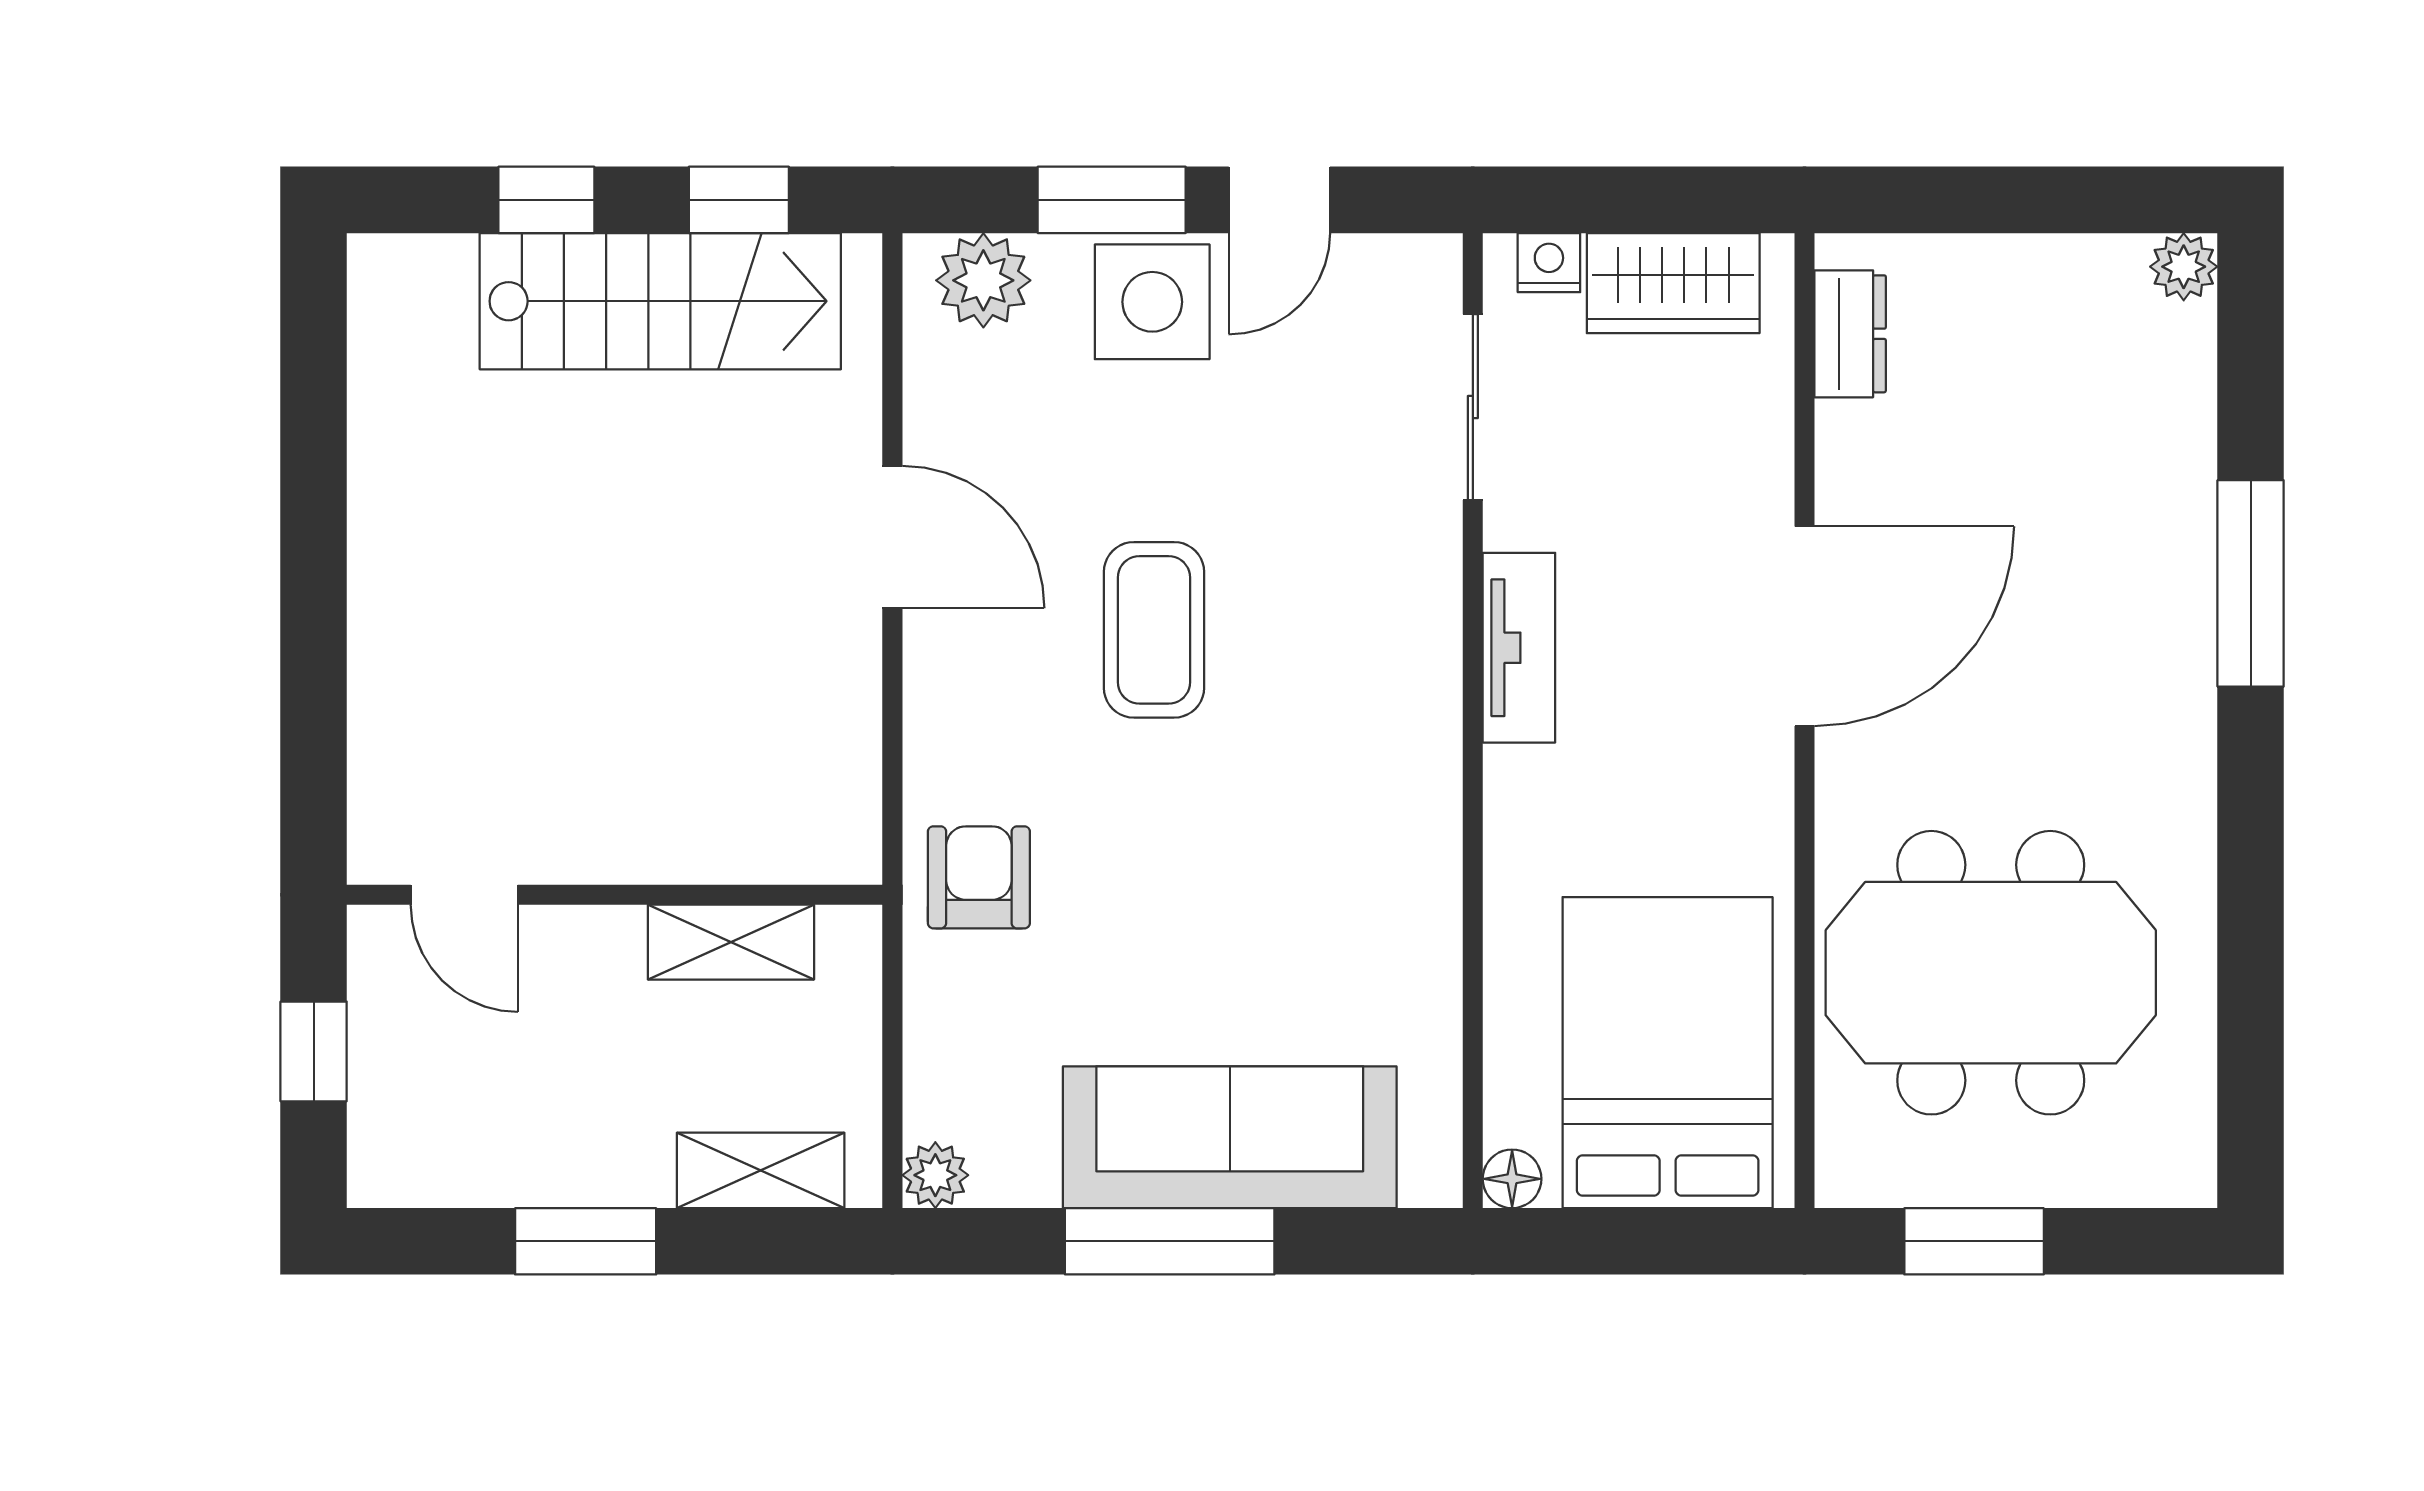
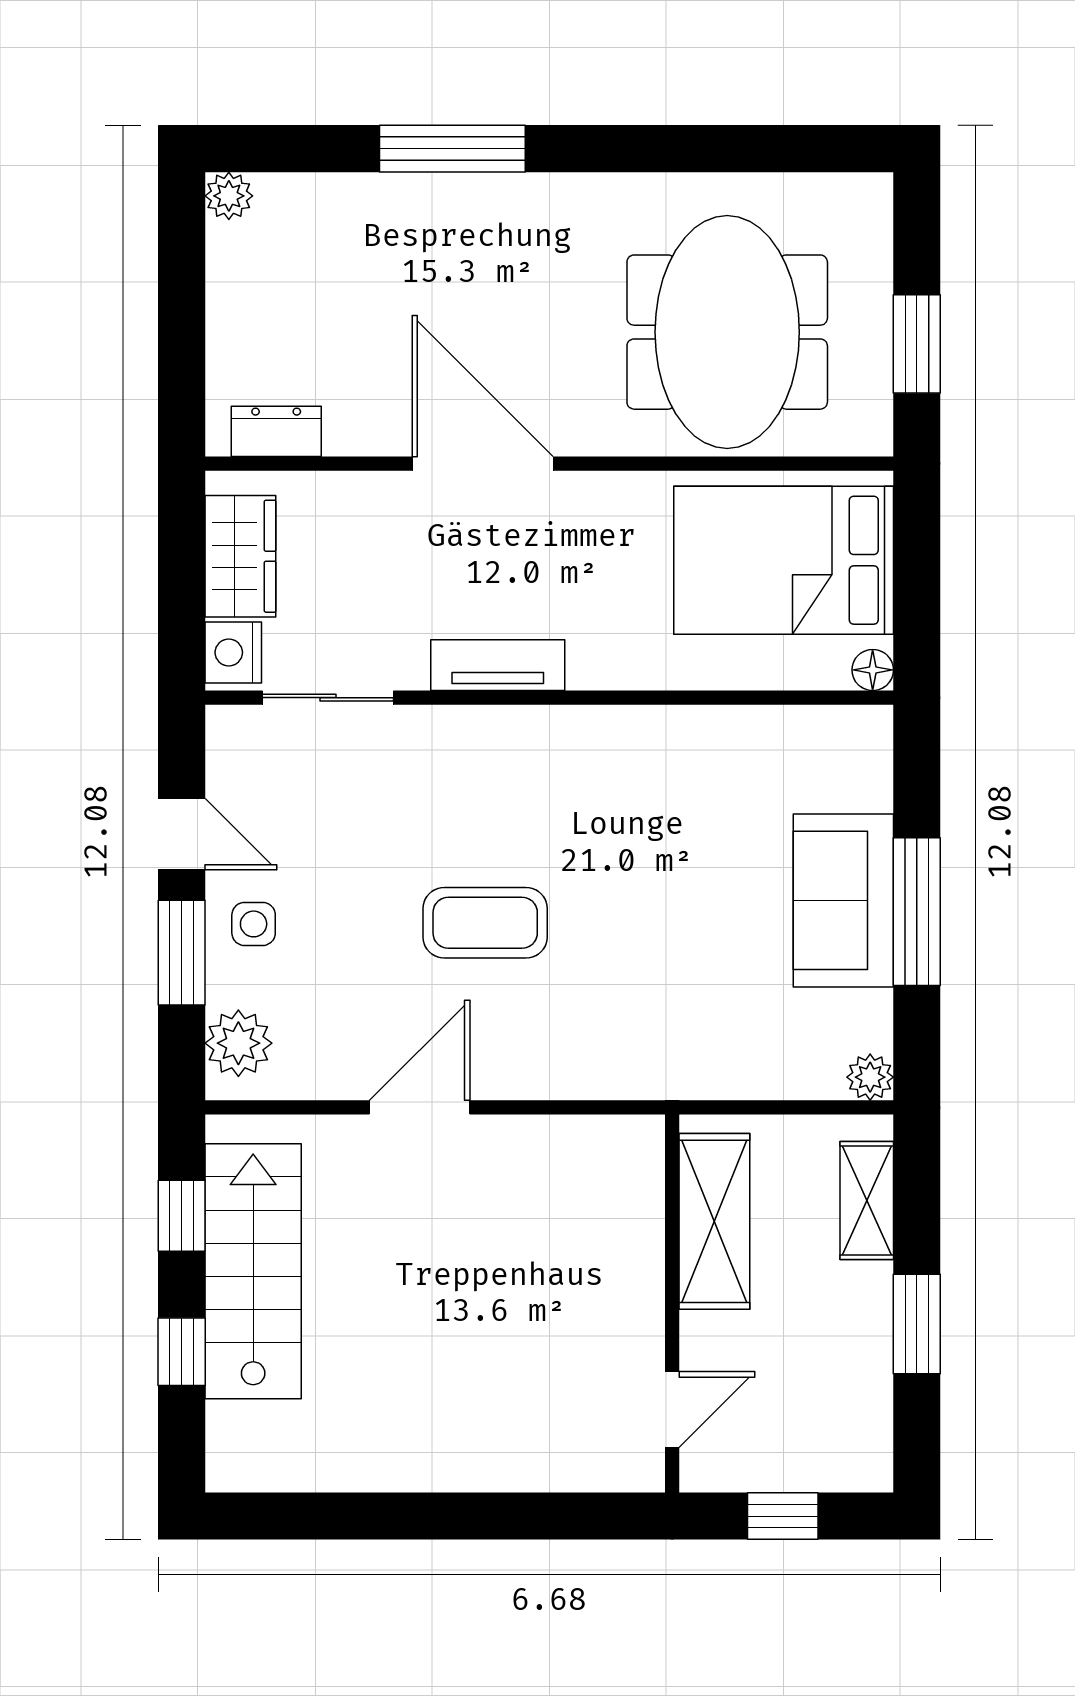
nightstand: (1549, 263) -> (233, 653), width x1.39, depth x1.35
side table: (1152, 302) -> (254, 924), width x0.54, depth x0.54
armchair: (979, 877) -> (660, 1046), removed
shelving: (731, 942) -> (714, 1221), width x1.50, depth x1.33
sofa: (1230, 1137) -> (843, 900), width x0.73

